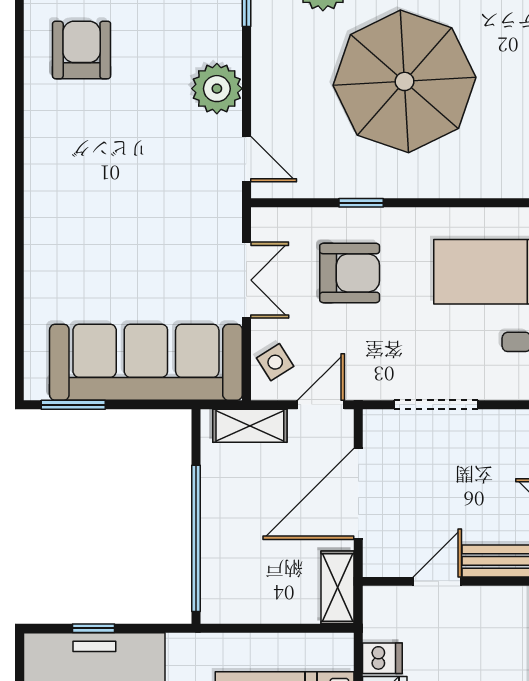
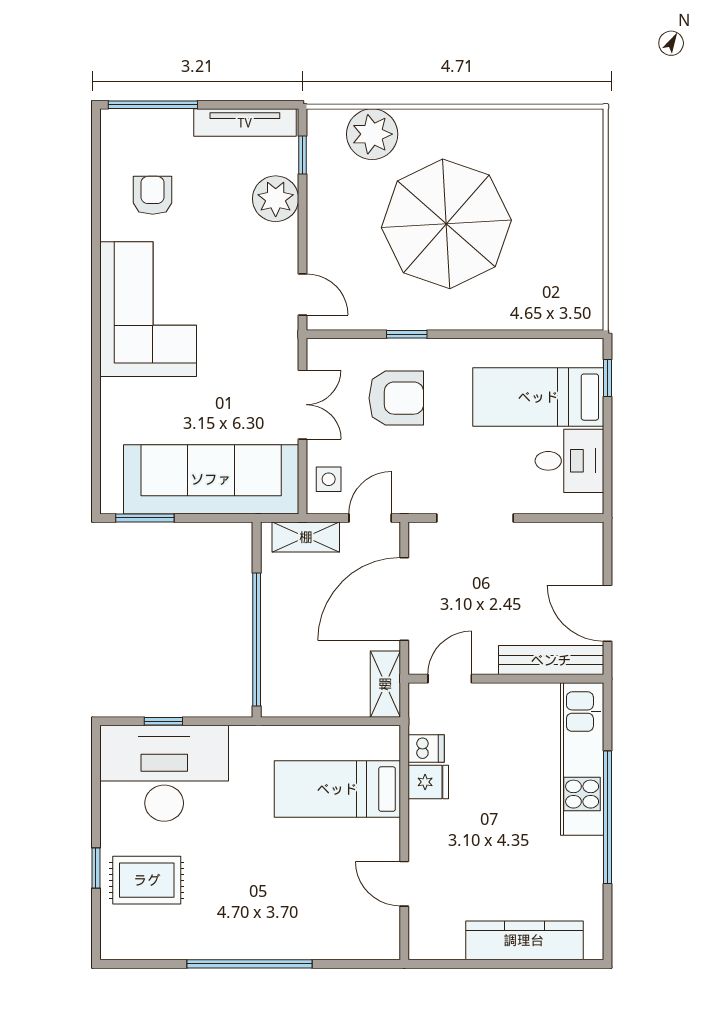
armchair: (82, 50) -> (153, 195), width x0.72, depth x0.72
plant: (217, 89) -> (276, 199), moved
corner sofa: (77, 175) -> (148, 309), added
side table: (275, 362) -> (329, 479), turned 32
door: (437, 581) -> (450, 679), moved

